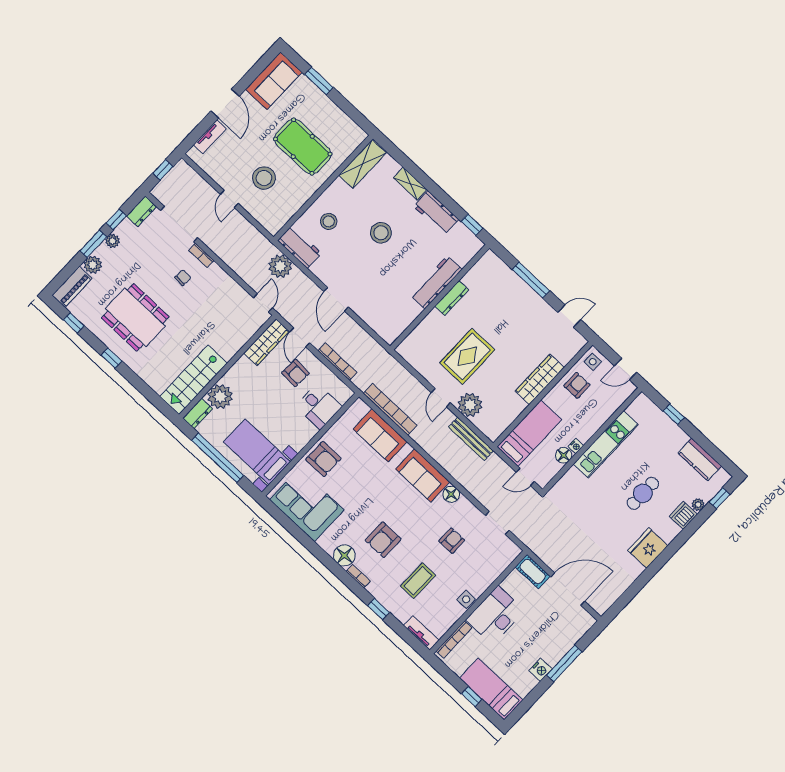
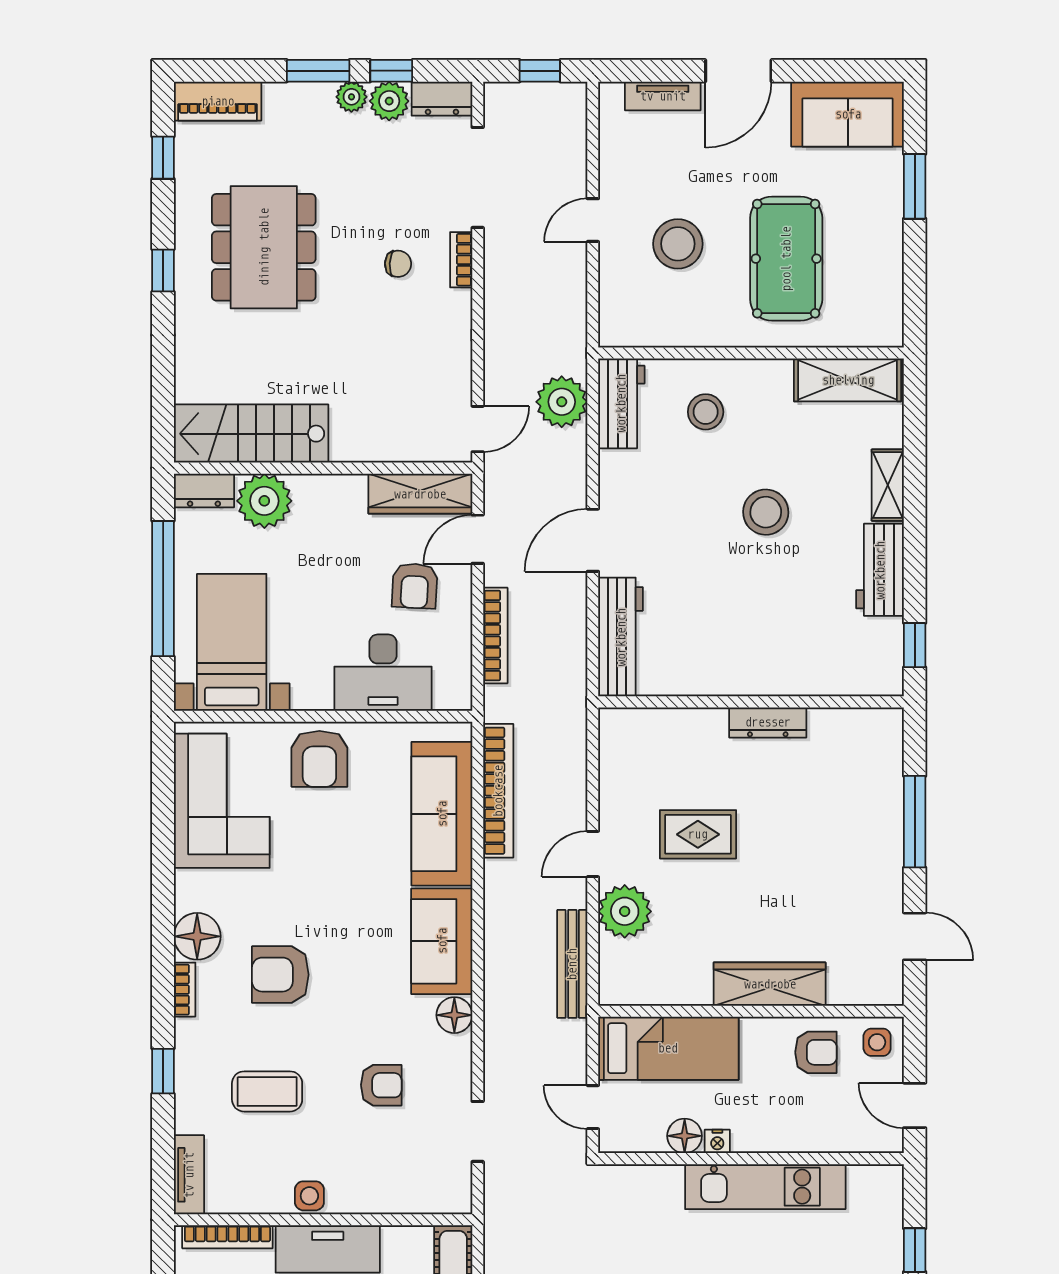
plant: (93, 265) -> (389, 101), moved
workbench: (436, 282) -> (621, 637), moved, turned 90
rug: (467, 356) -> (698, 834), width x0.73, depth x0.70
desk: (319, 406) -> (383, 673), width x1.37
sofa: (380, 435) -> (442, 814), width x1.36

